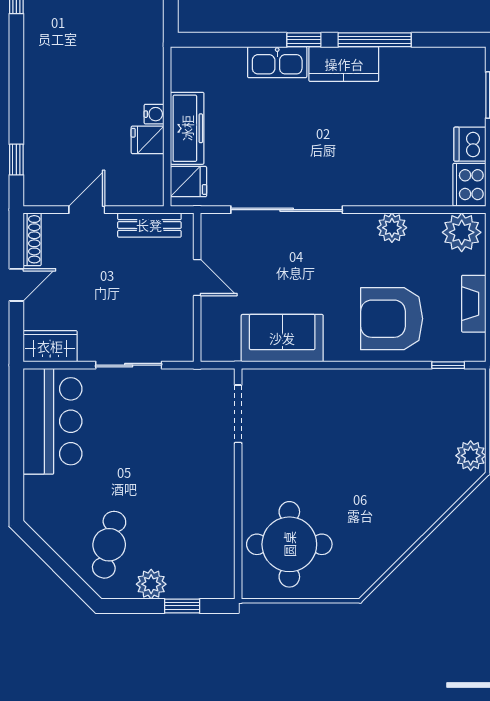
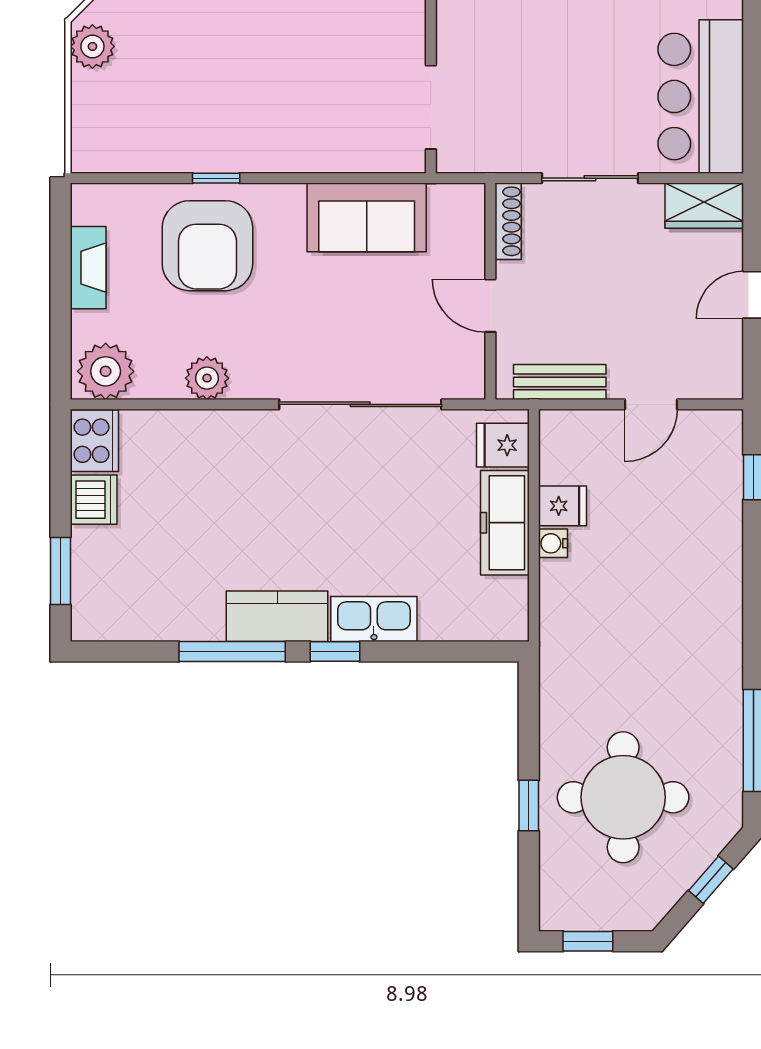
shoe rack: (32, 239) -> (508, 221), moved, turned 180
armchair: (392, 319) -> (207, 246), turned 90
window: (448, 365) -> (216, 178), moved

